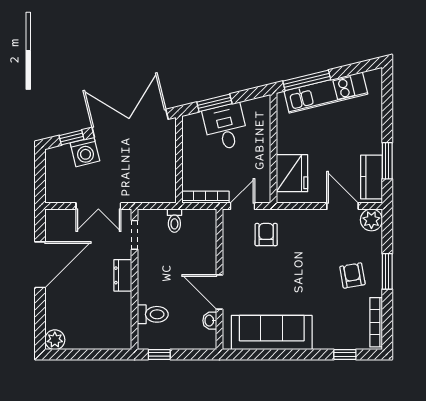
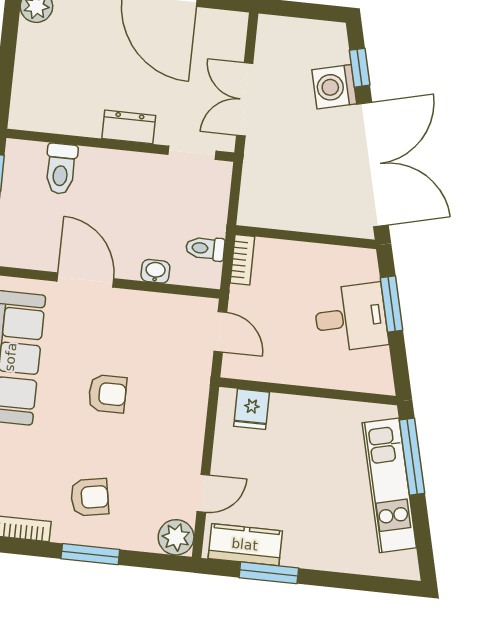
fridge: (292, 173) -> (252, 409), width x0.53, depth x0.75
bookcase: (205, 197) -> (242, 260), width x0.64
door: (343, 206) -> (203, 493), width x0.73
toilet: (174, 221) -> (205, 248), moved
armchair: (266, 235) -> (107, 394), moved
door: (219, 292) -> (85, 280), hinge flipped
washbasin: (210, 321) -> (155, 271), moved

